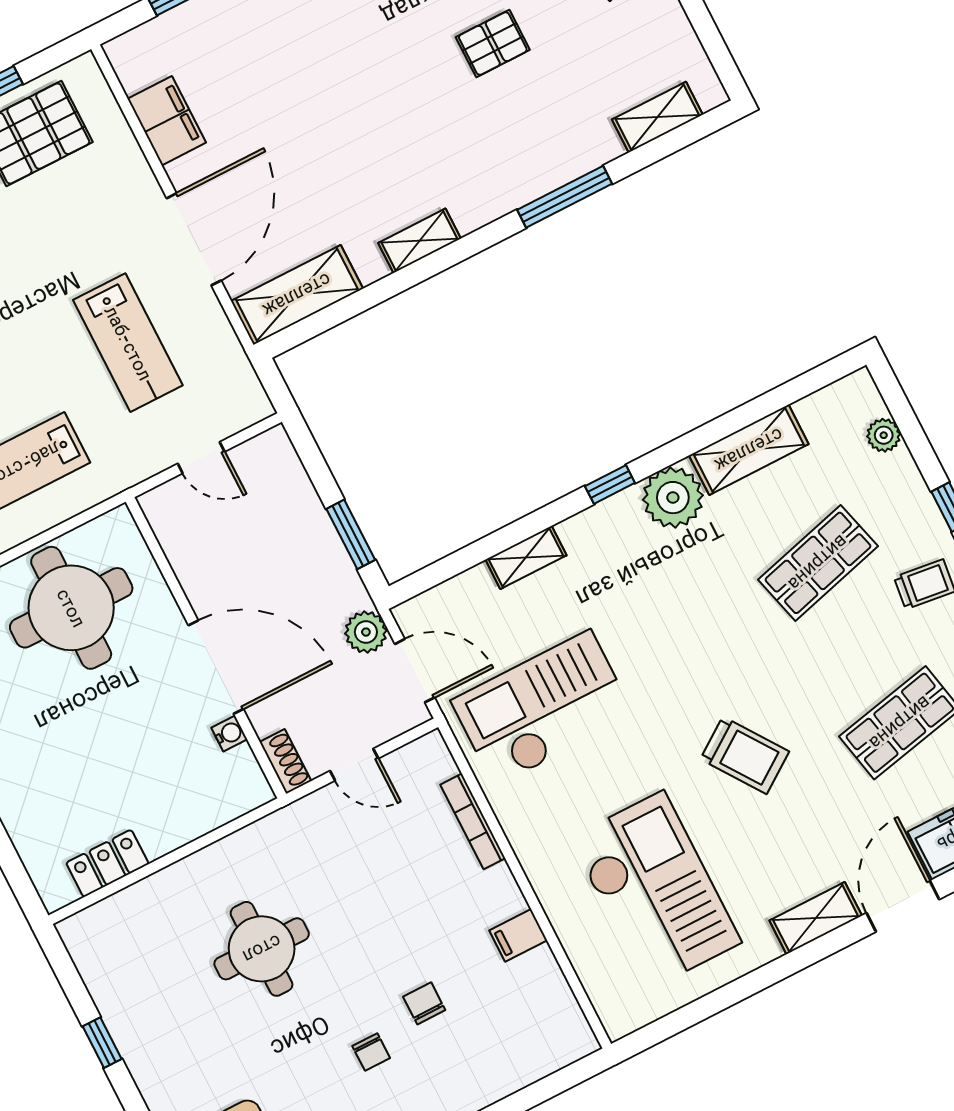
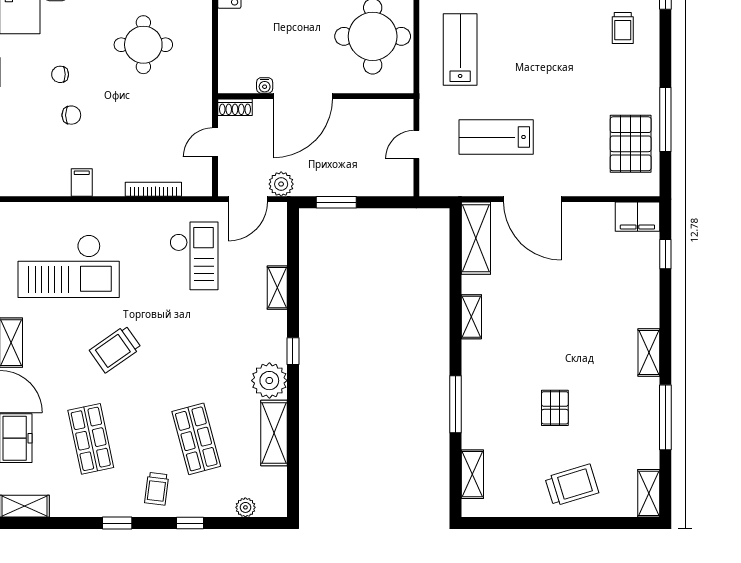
filing cabinet: (167, 121) -> (637, 217), moved
checkout: (543, 708) -> (194, 256), width x0.73, depth x0.83

